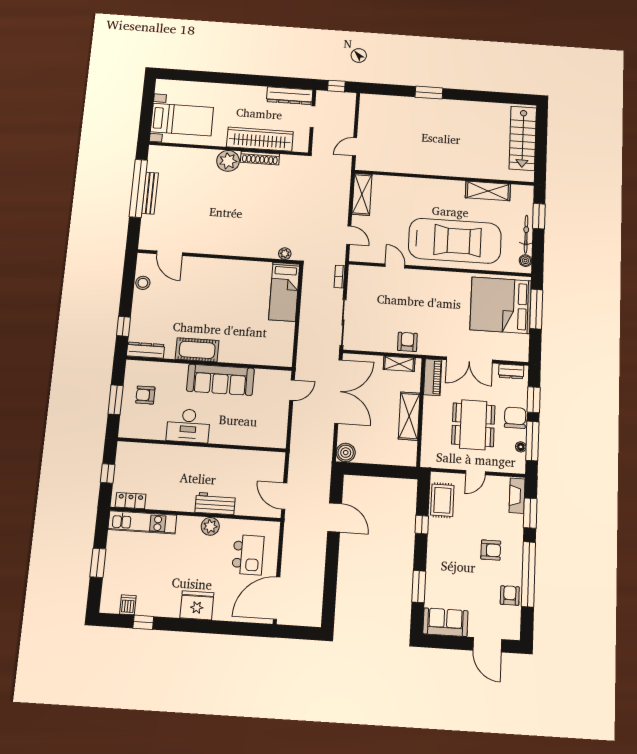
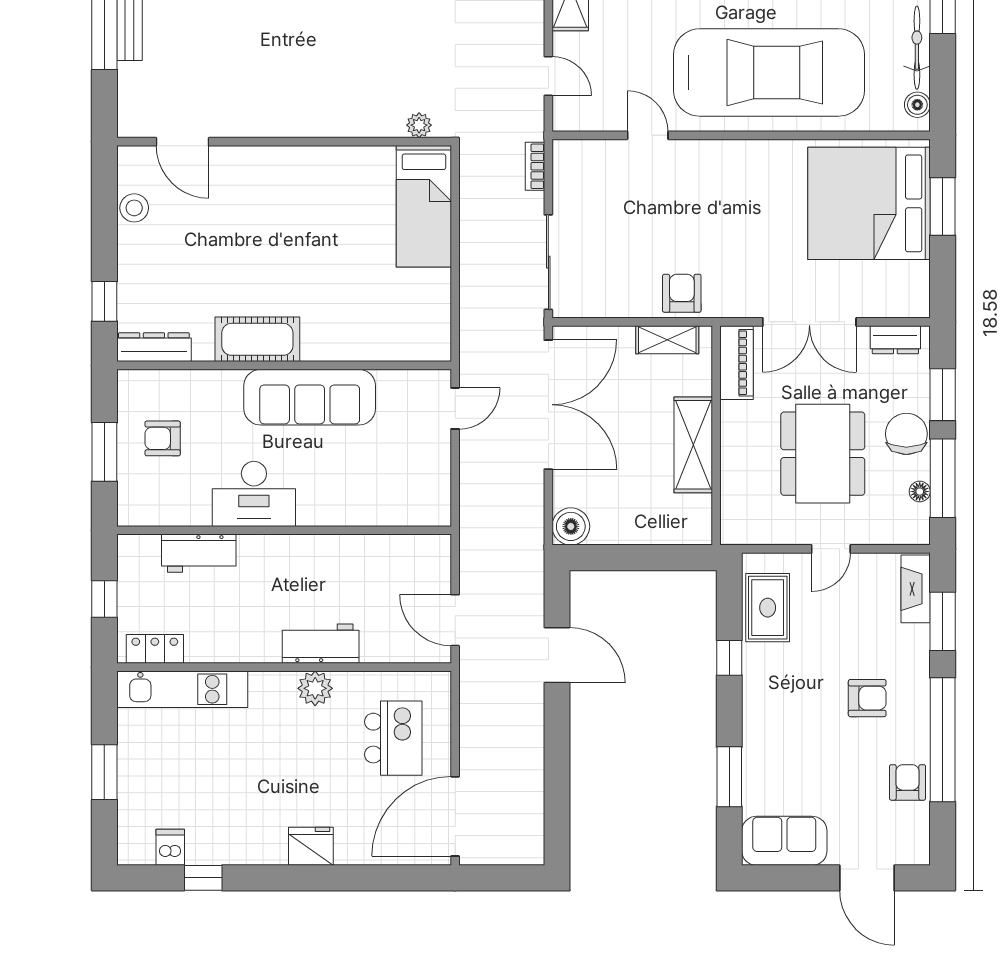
window: (536, 309) -> (943, 206), width x0.69
workbench: (158, 453) -> (199, 553), added
fridge: (197, 605) -> (311, 846), width x0.73, depth x0.75

